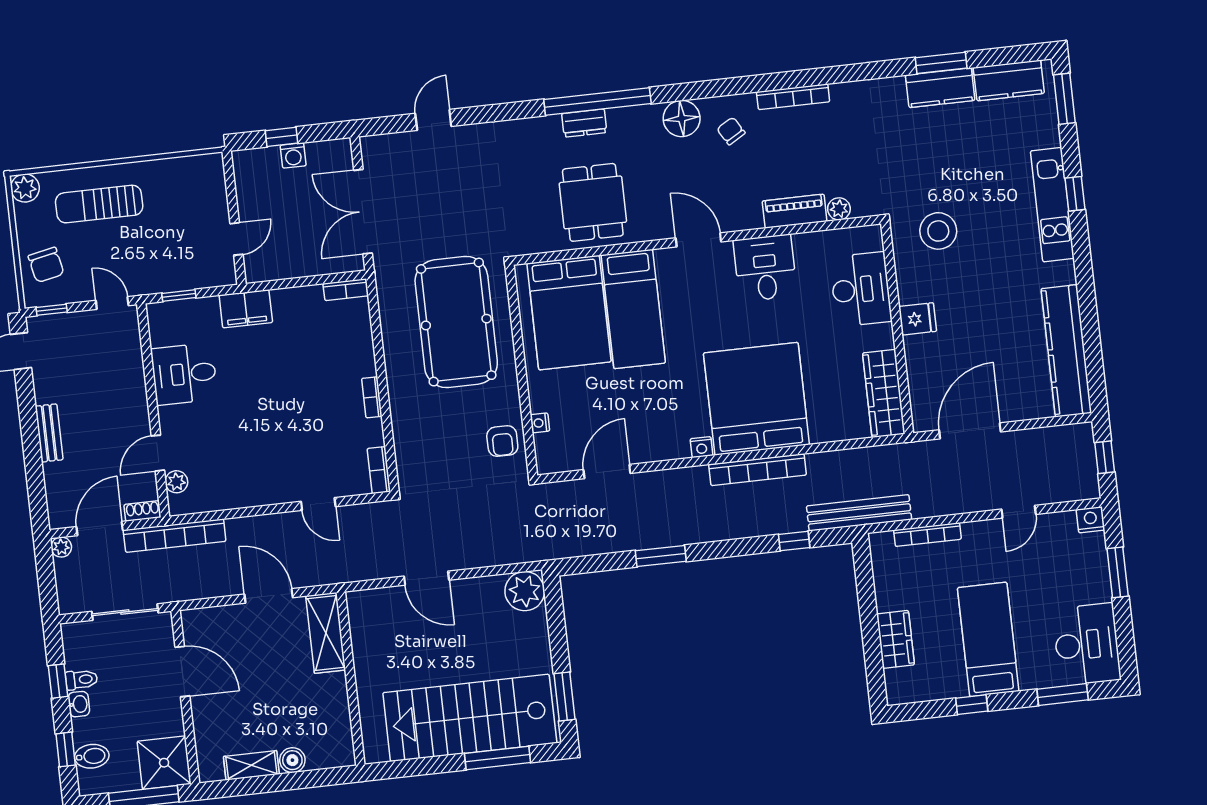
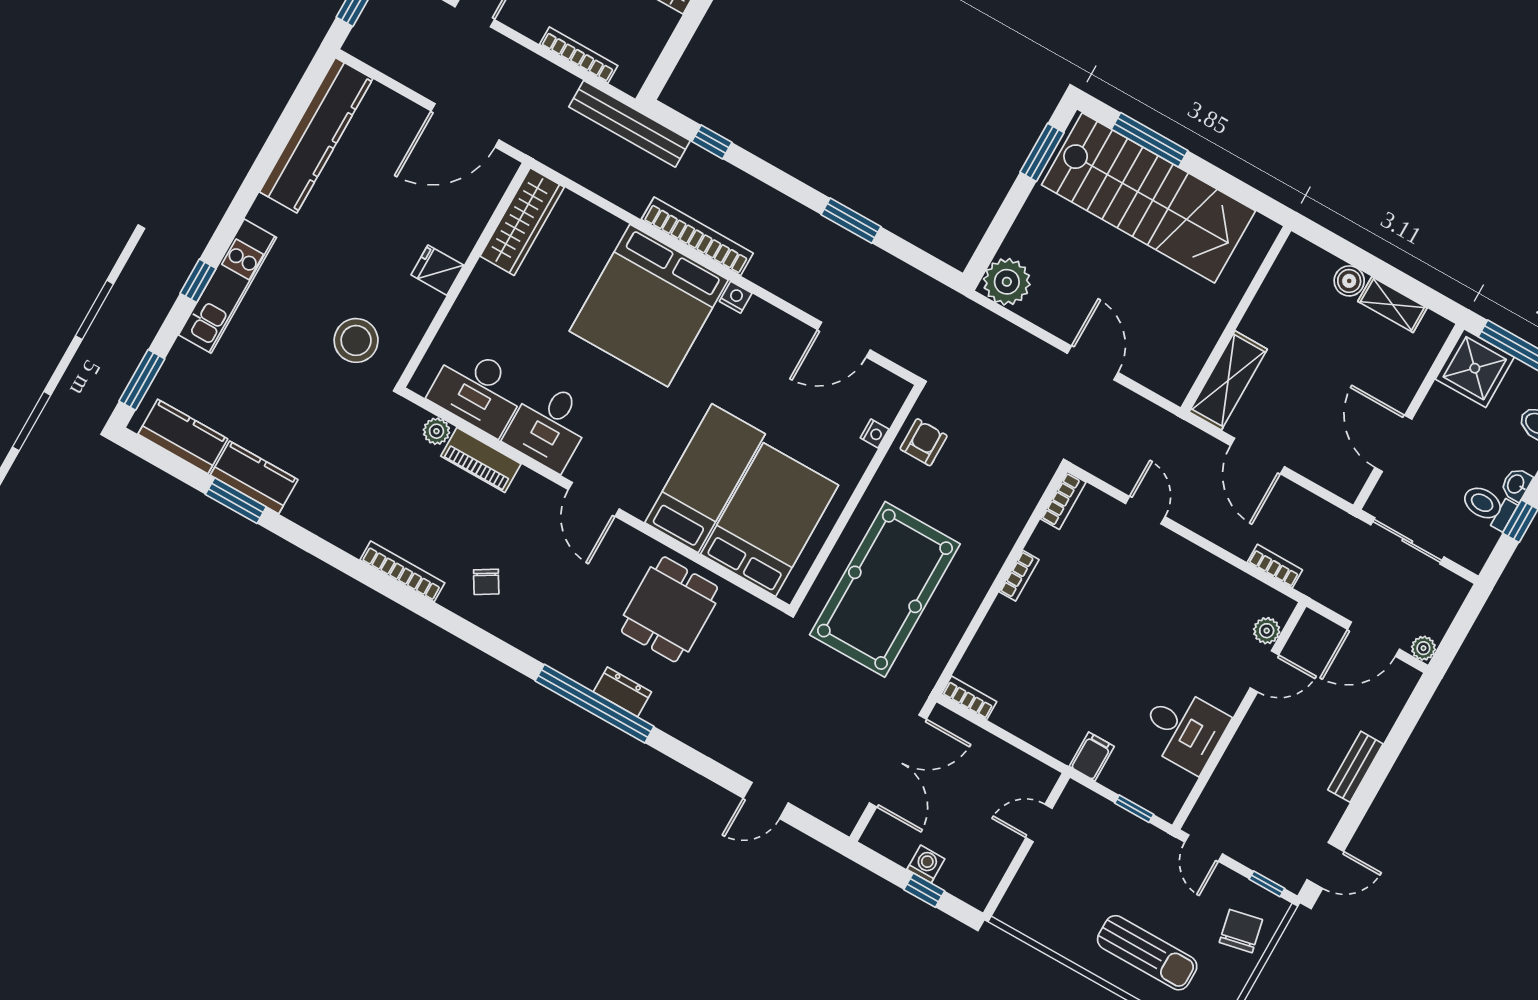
floor lamp: (682, 118) -> (525, 628), removed
desk: (861, 289) -> (478, 390), moved, turned -90
filing cabinet: (246, 309) -> (1092, 756), width x0.50
shoe rack: (143, 511) -> (1320, 626), removed
bookcase: (175, 536) -> (1275, 566), width x0.43, depth x0.76
toilet: (81, 680) -> (1488, 506), width x1.37, depth x1.39

